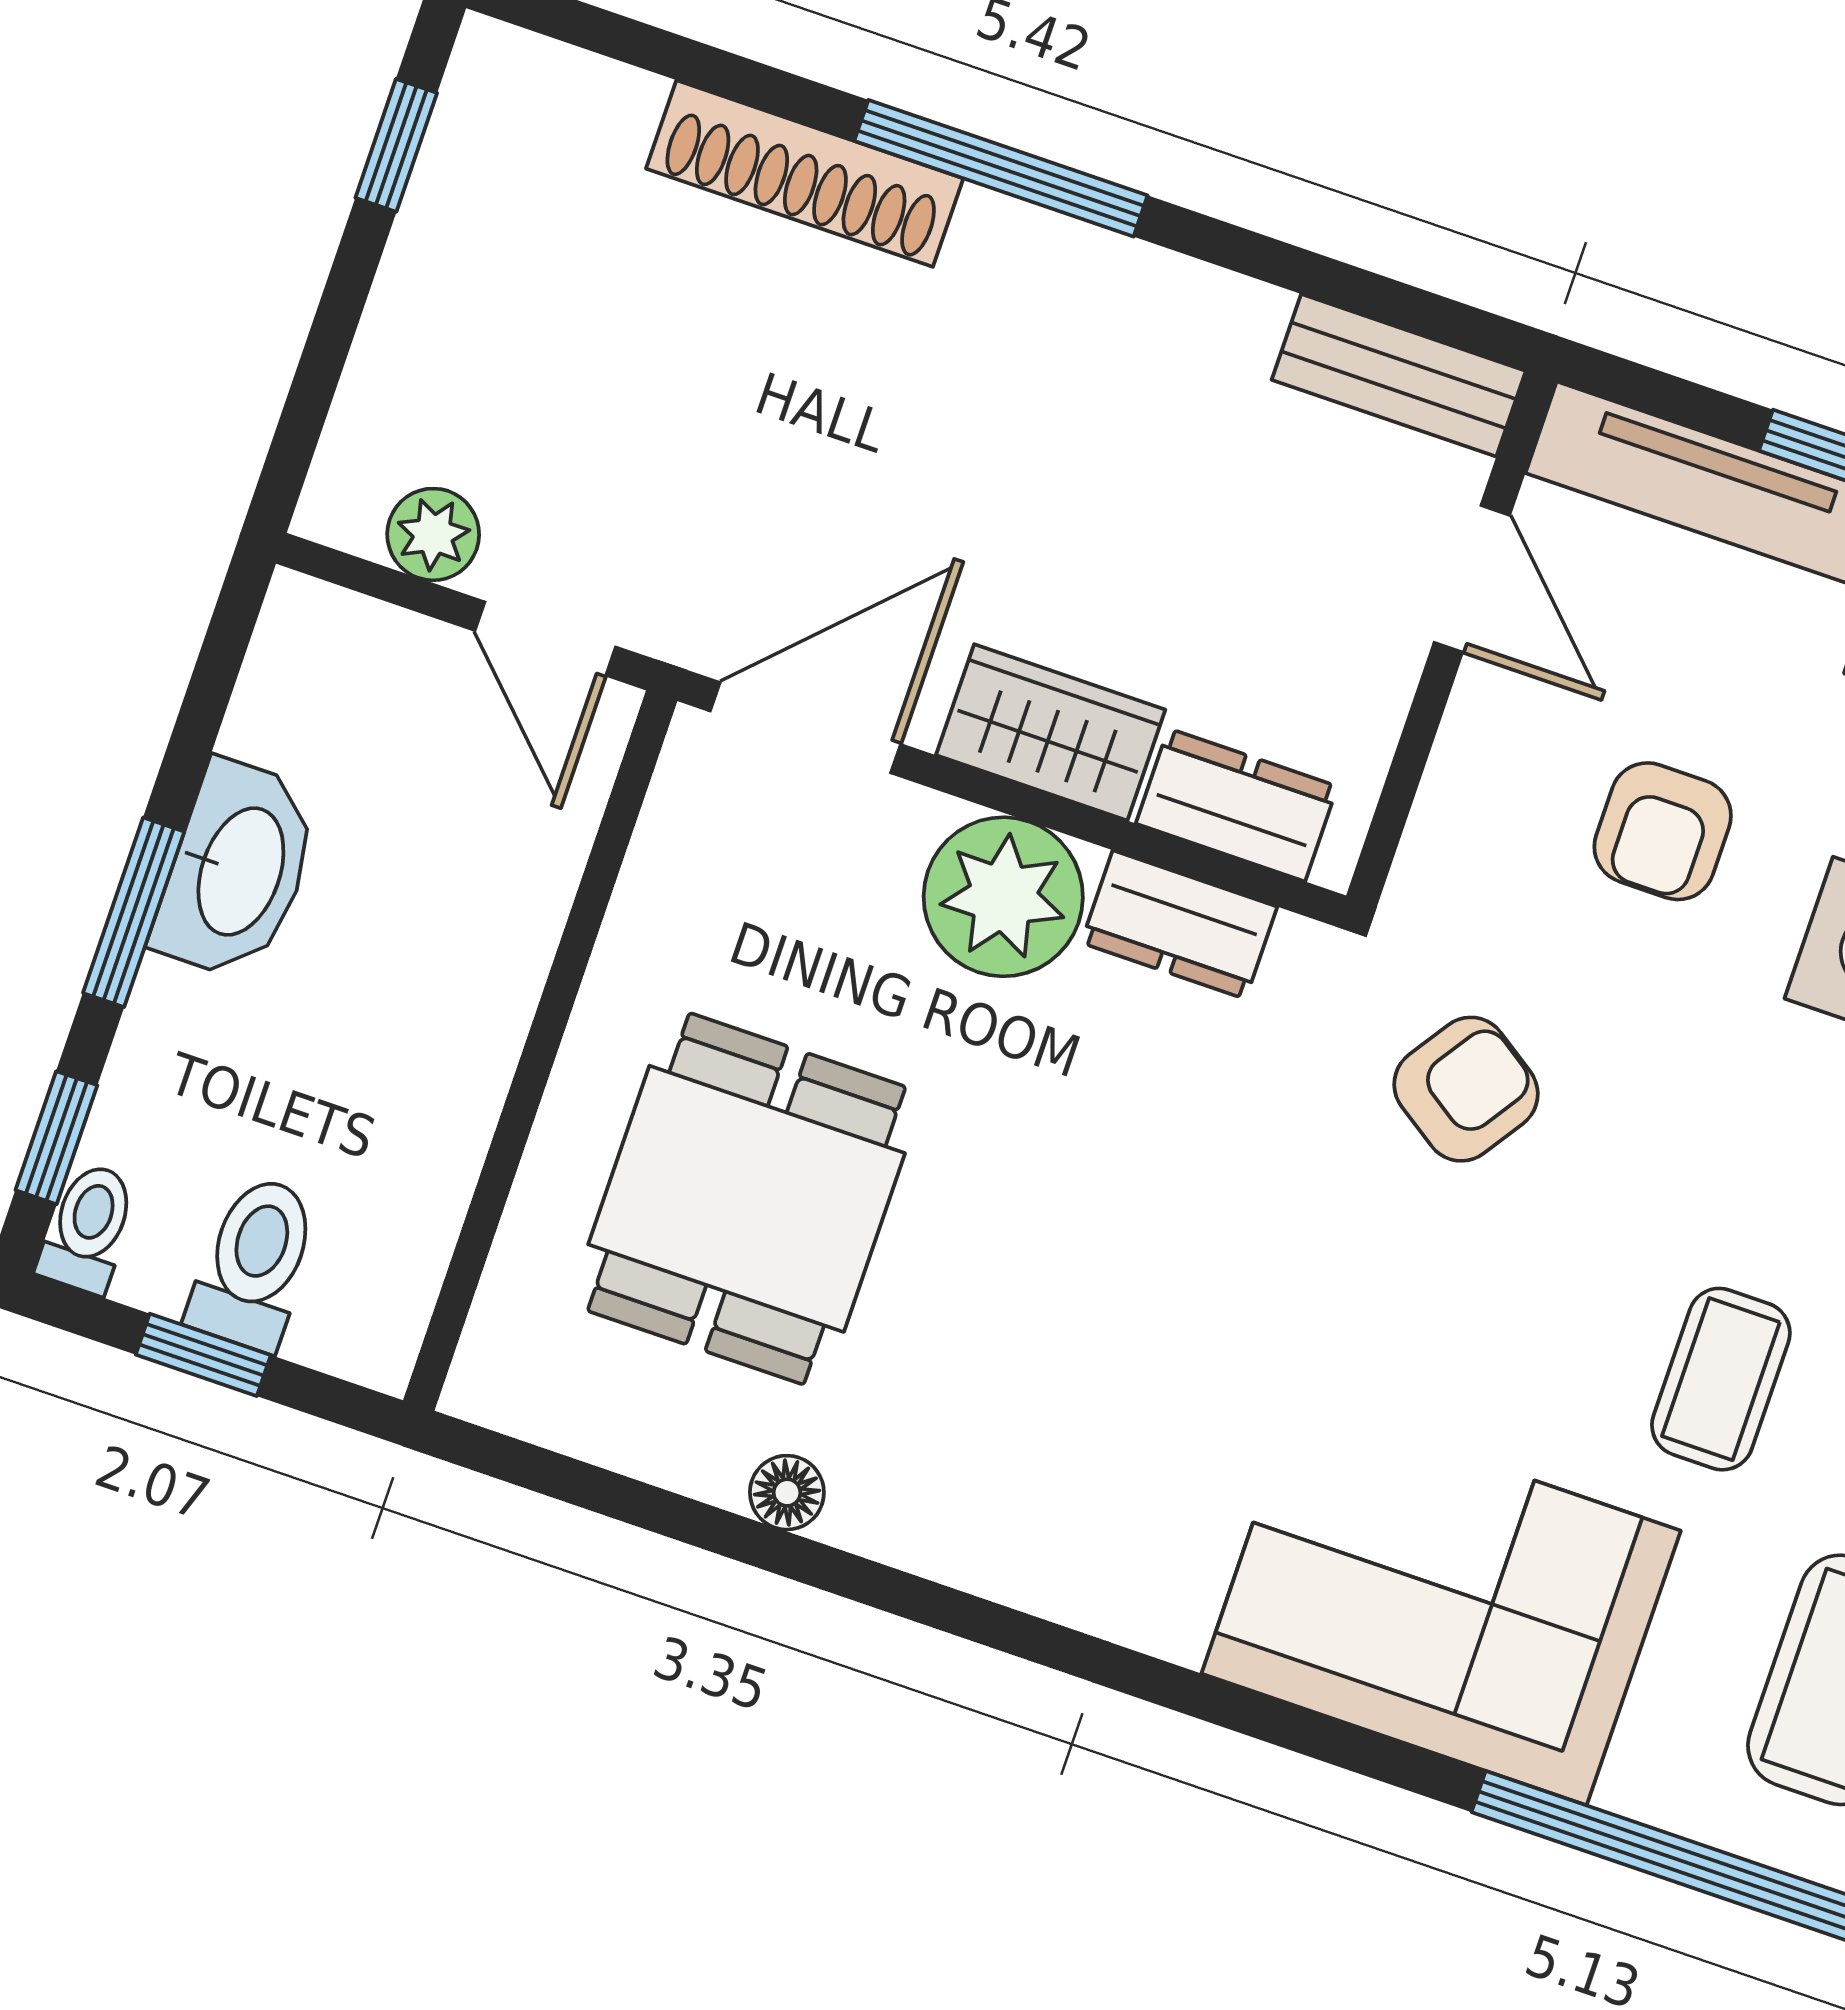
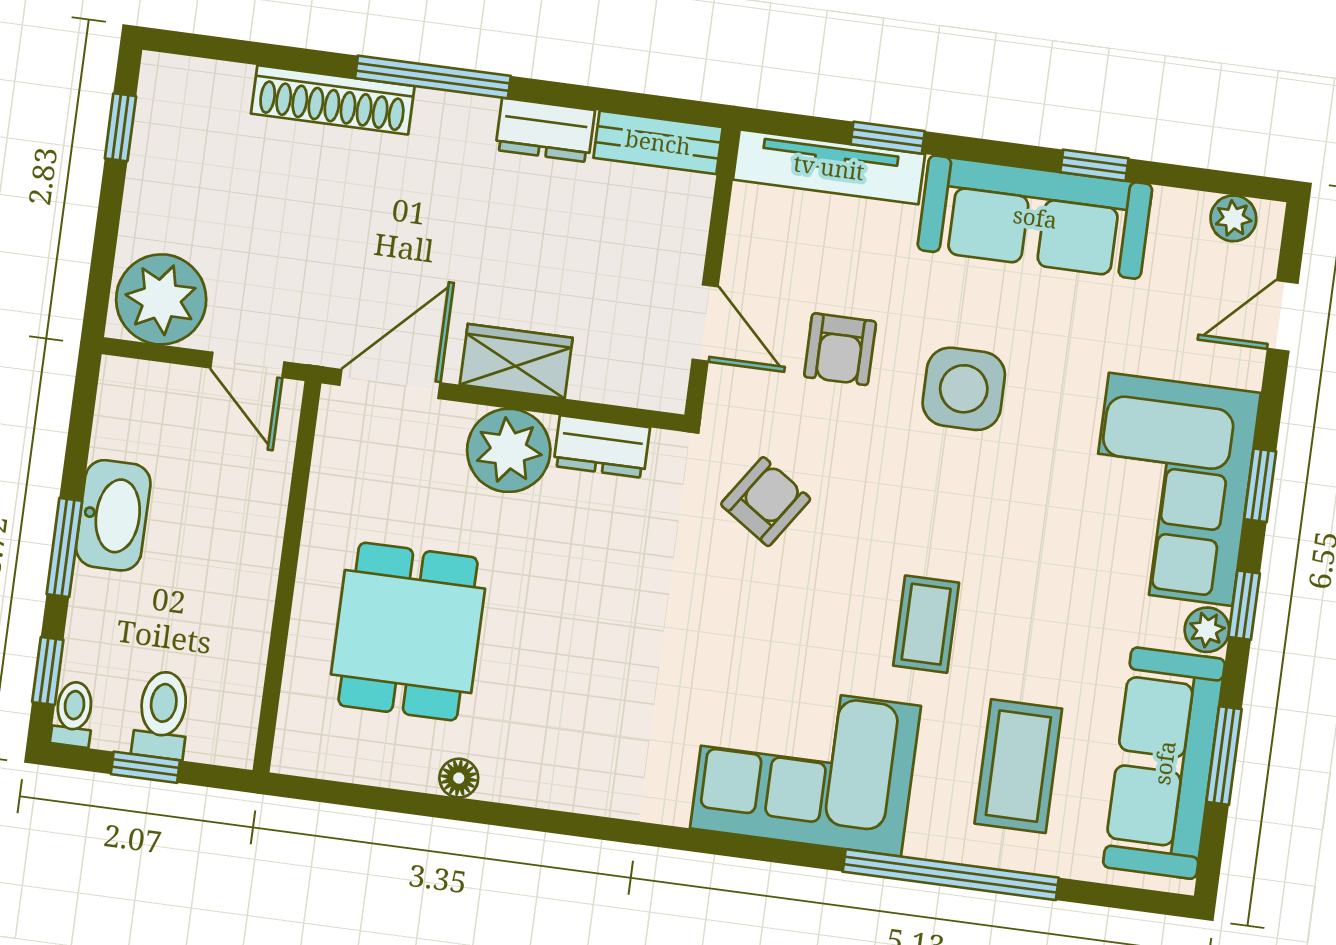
plant: (433, 534) -> (161, 299), width x1.88, depth x1.88
door: (1472, 579) -> (705, 323), moved
dresser: (1237, 805) -> (545, 130), moved, turned 180

